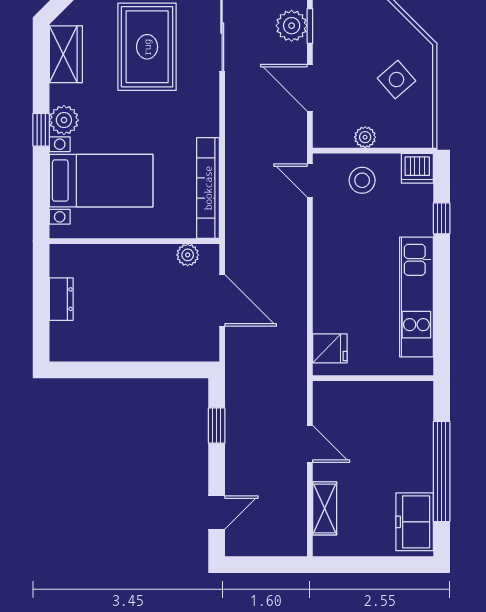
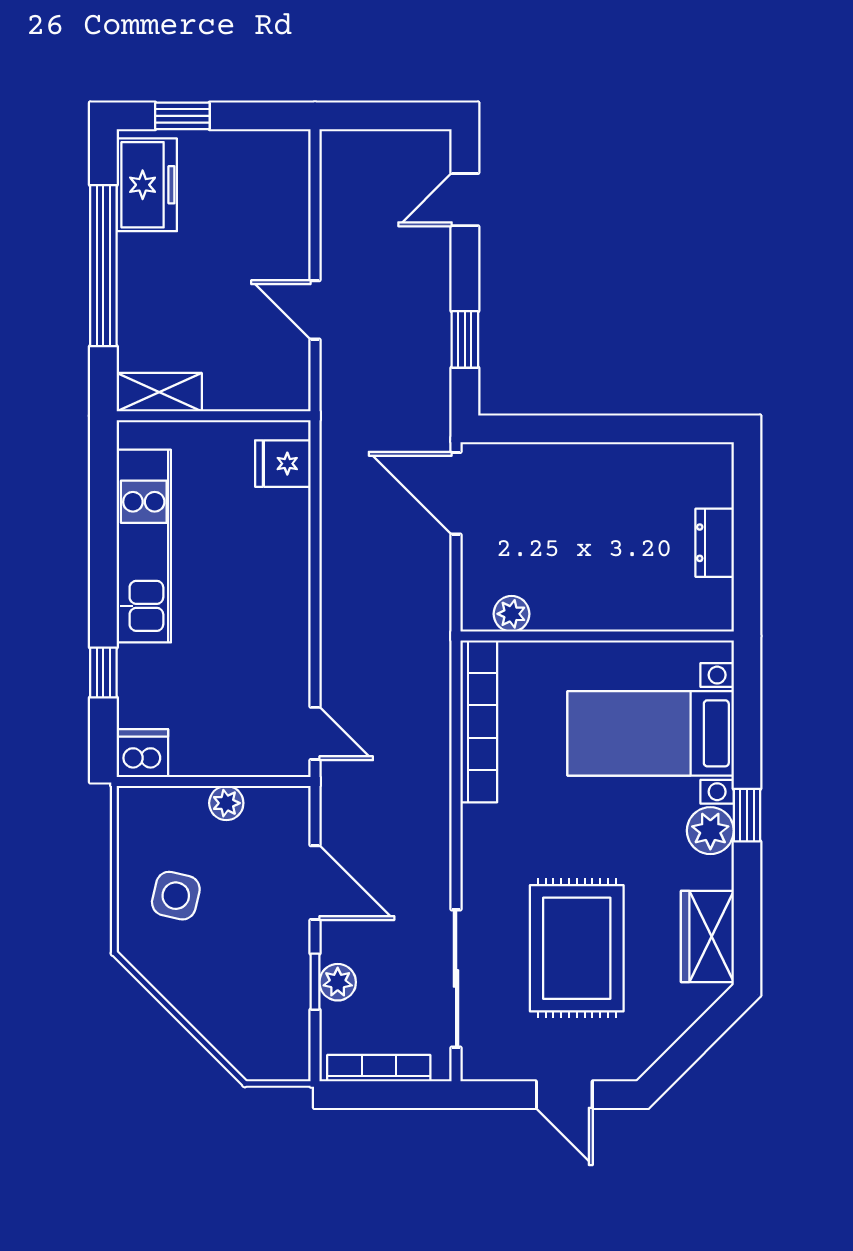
plant: (292, 26) -> (338, 982), width x0.73, depth x0.73
side table: (397, 80) -> (176, 896), turned -36
stool: (362, 180) -> (231, 734), removed
door: (222, 300) -> (456, 493), moved
shelving: (325, 508) -> (159, 392), moved, turned 90
window: (392, 565) -> (182, 116), added

